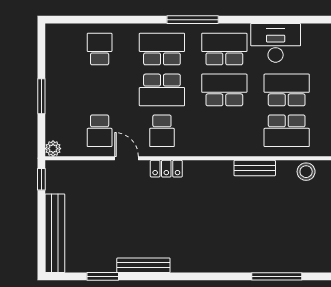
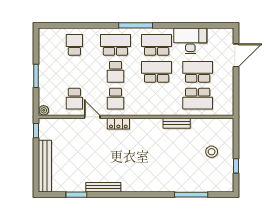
school desk: (162, 90) -> (115, 72), width x0.54
stool: (306, 172) -> (212, 152), moved

